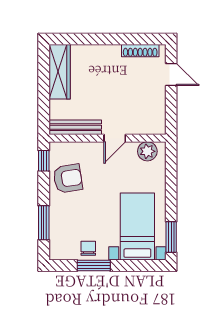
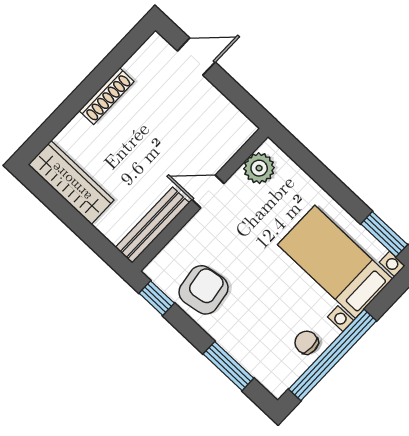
shoe rack: (140, 51) -> (107, 96), moved
door: (115, 138) -> (208, 191), swing flipped
window: (94, 265) -> (332, 355), width x2.11

